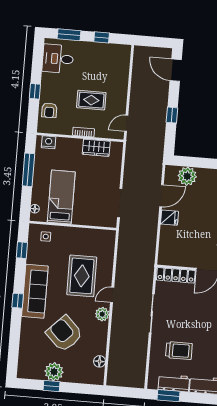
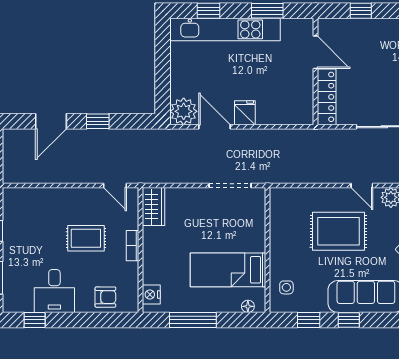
desk: (58, 59) -> (54, 291), moved
door: (176, 70) -> (51, 121), moved
window: (35, 91) -> (35, 320), moved
rug: (91, 100) -> (86, 238), turned 90
wardrobe: (96, 148) -> (153, 207), moved
plant: (187, 176) -> (184, 111), moved
window: (18, 301) -> (349, 320), moved

